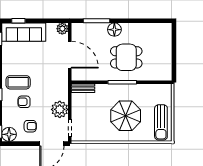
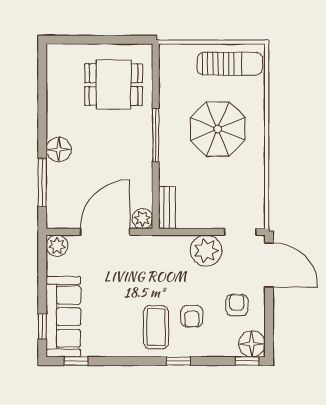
dining table: (126, 57) -> (114, 85), moved, turned 90
plant: (77, 75) -> (142, 219), added

